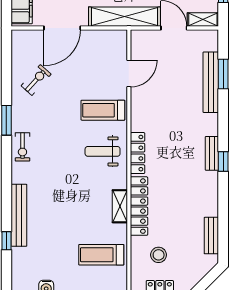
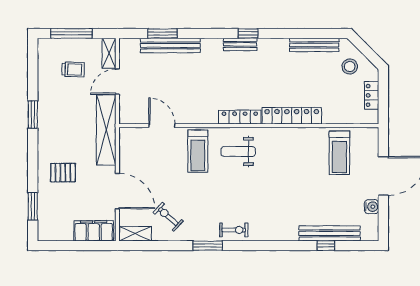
weight bench: (103, 151) -> (238, 152), turned 90
shelving: (120, 206) -> (135, 234), moved
bench: (19, 215) -> (330, 233), moved
bench: (211, 236) -> (314, 45), width x1.36
stool: (159, 255) -> (350, 66), moved

